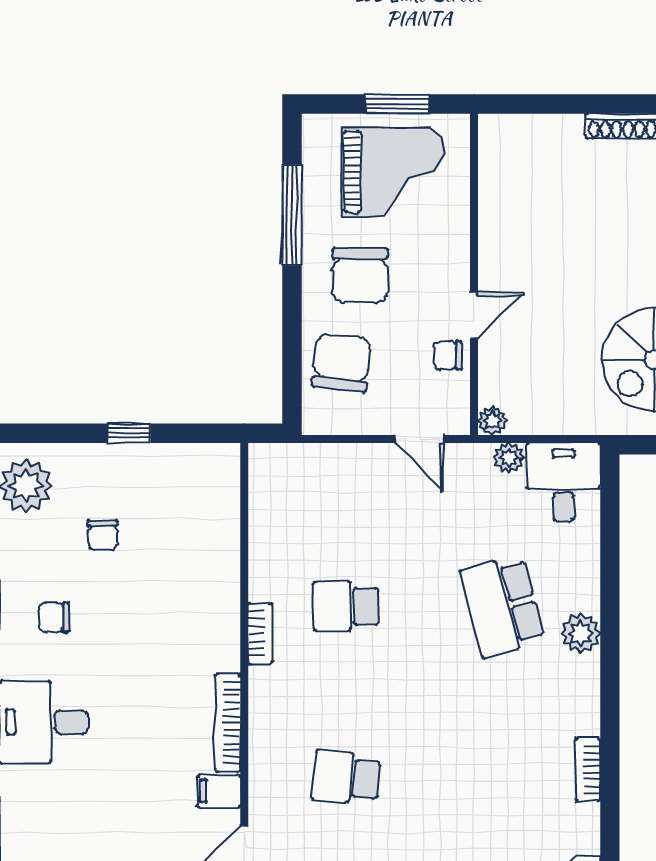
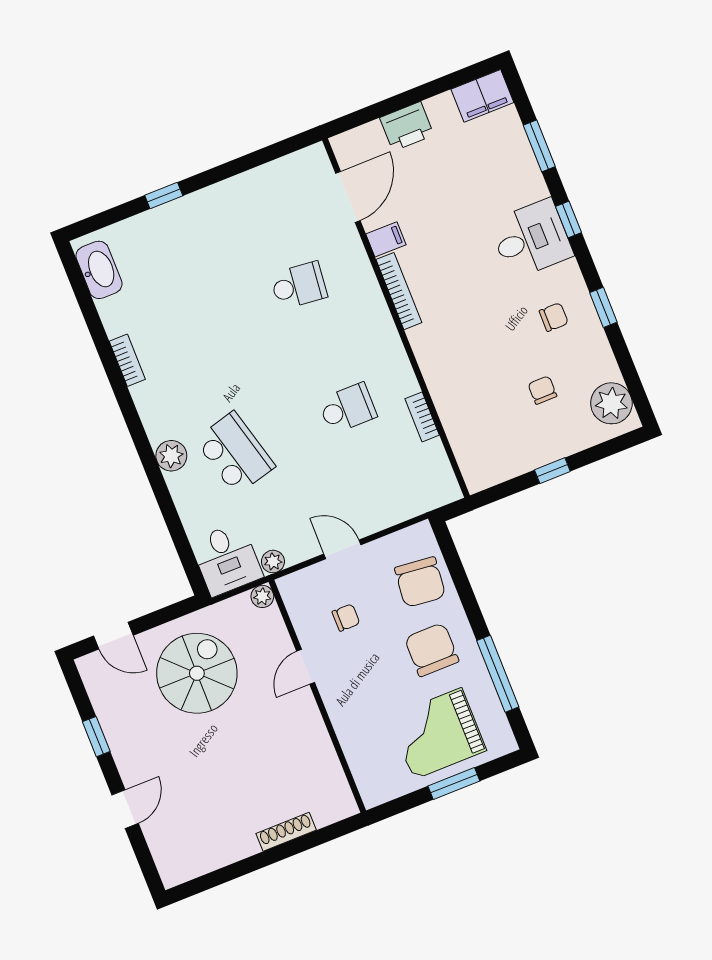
wall: (474, 274) -> (317, 696), moved
door: (474, 315) -> (306, 667), moved
plant: (492, 421) -> (262, 596), moved
bookcase: (260, 634) -> (422, 417), moved

